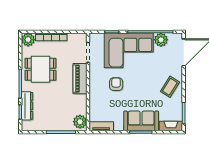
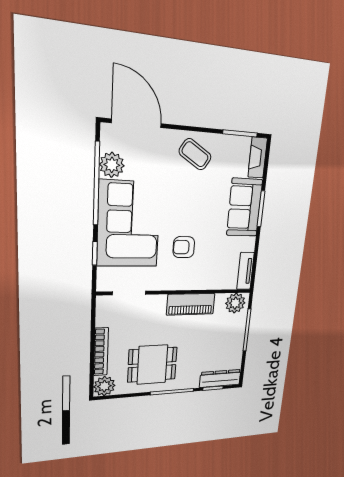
dining table: (40, 69) -> (152, 365), turned 90
piano: (80, 79) -> (191, 304), moved
dresser: (27, 106) -> (220, 378), moved

